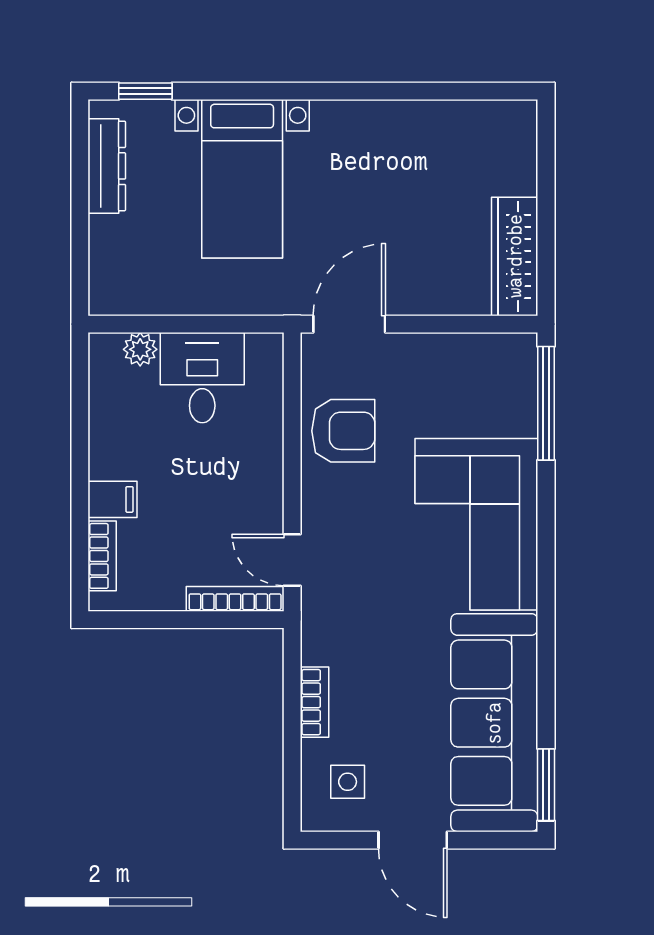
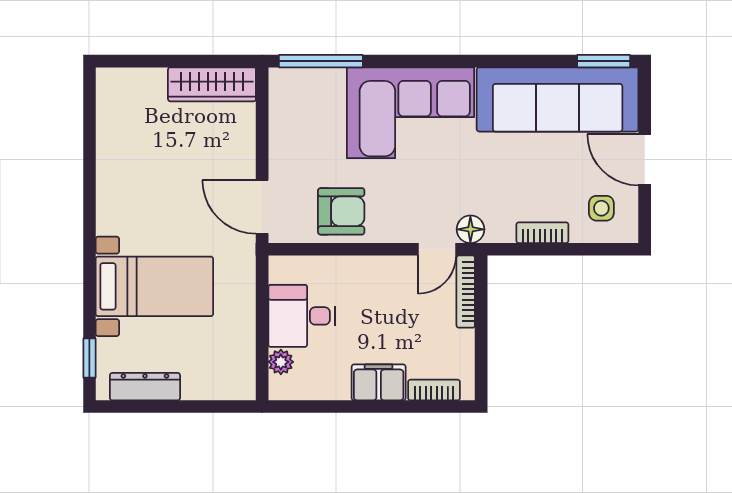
armchair: (343, 431) -> (341, 211), turned 90
filing cabinet: (112, 499) -> (379, 382), width x2.00
floor lamp: (319, 605) -> (470, 229), added
door: (413, 840) -> (645, 160), swing flipped

